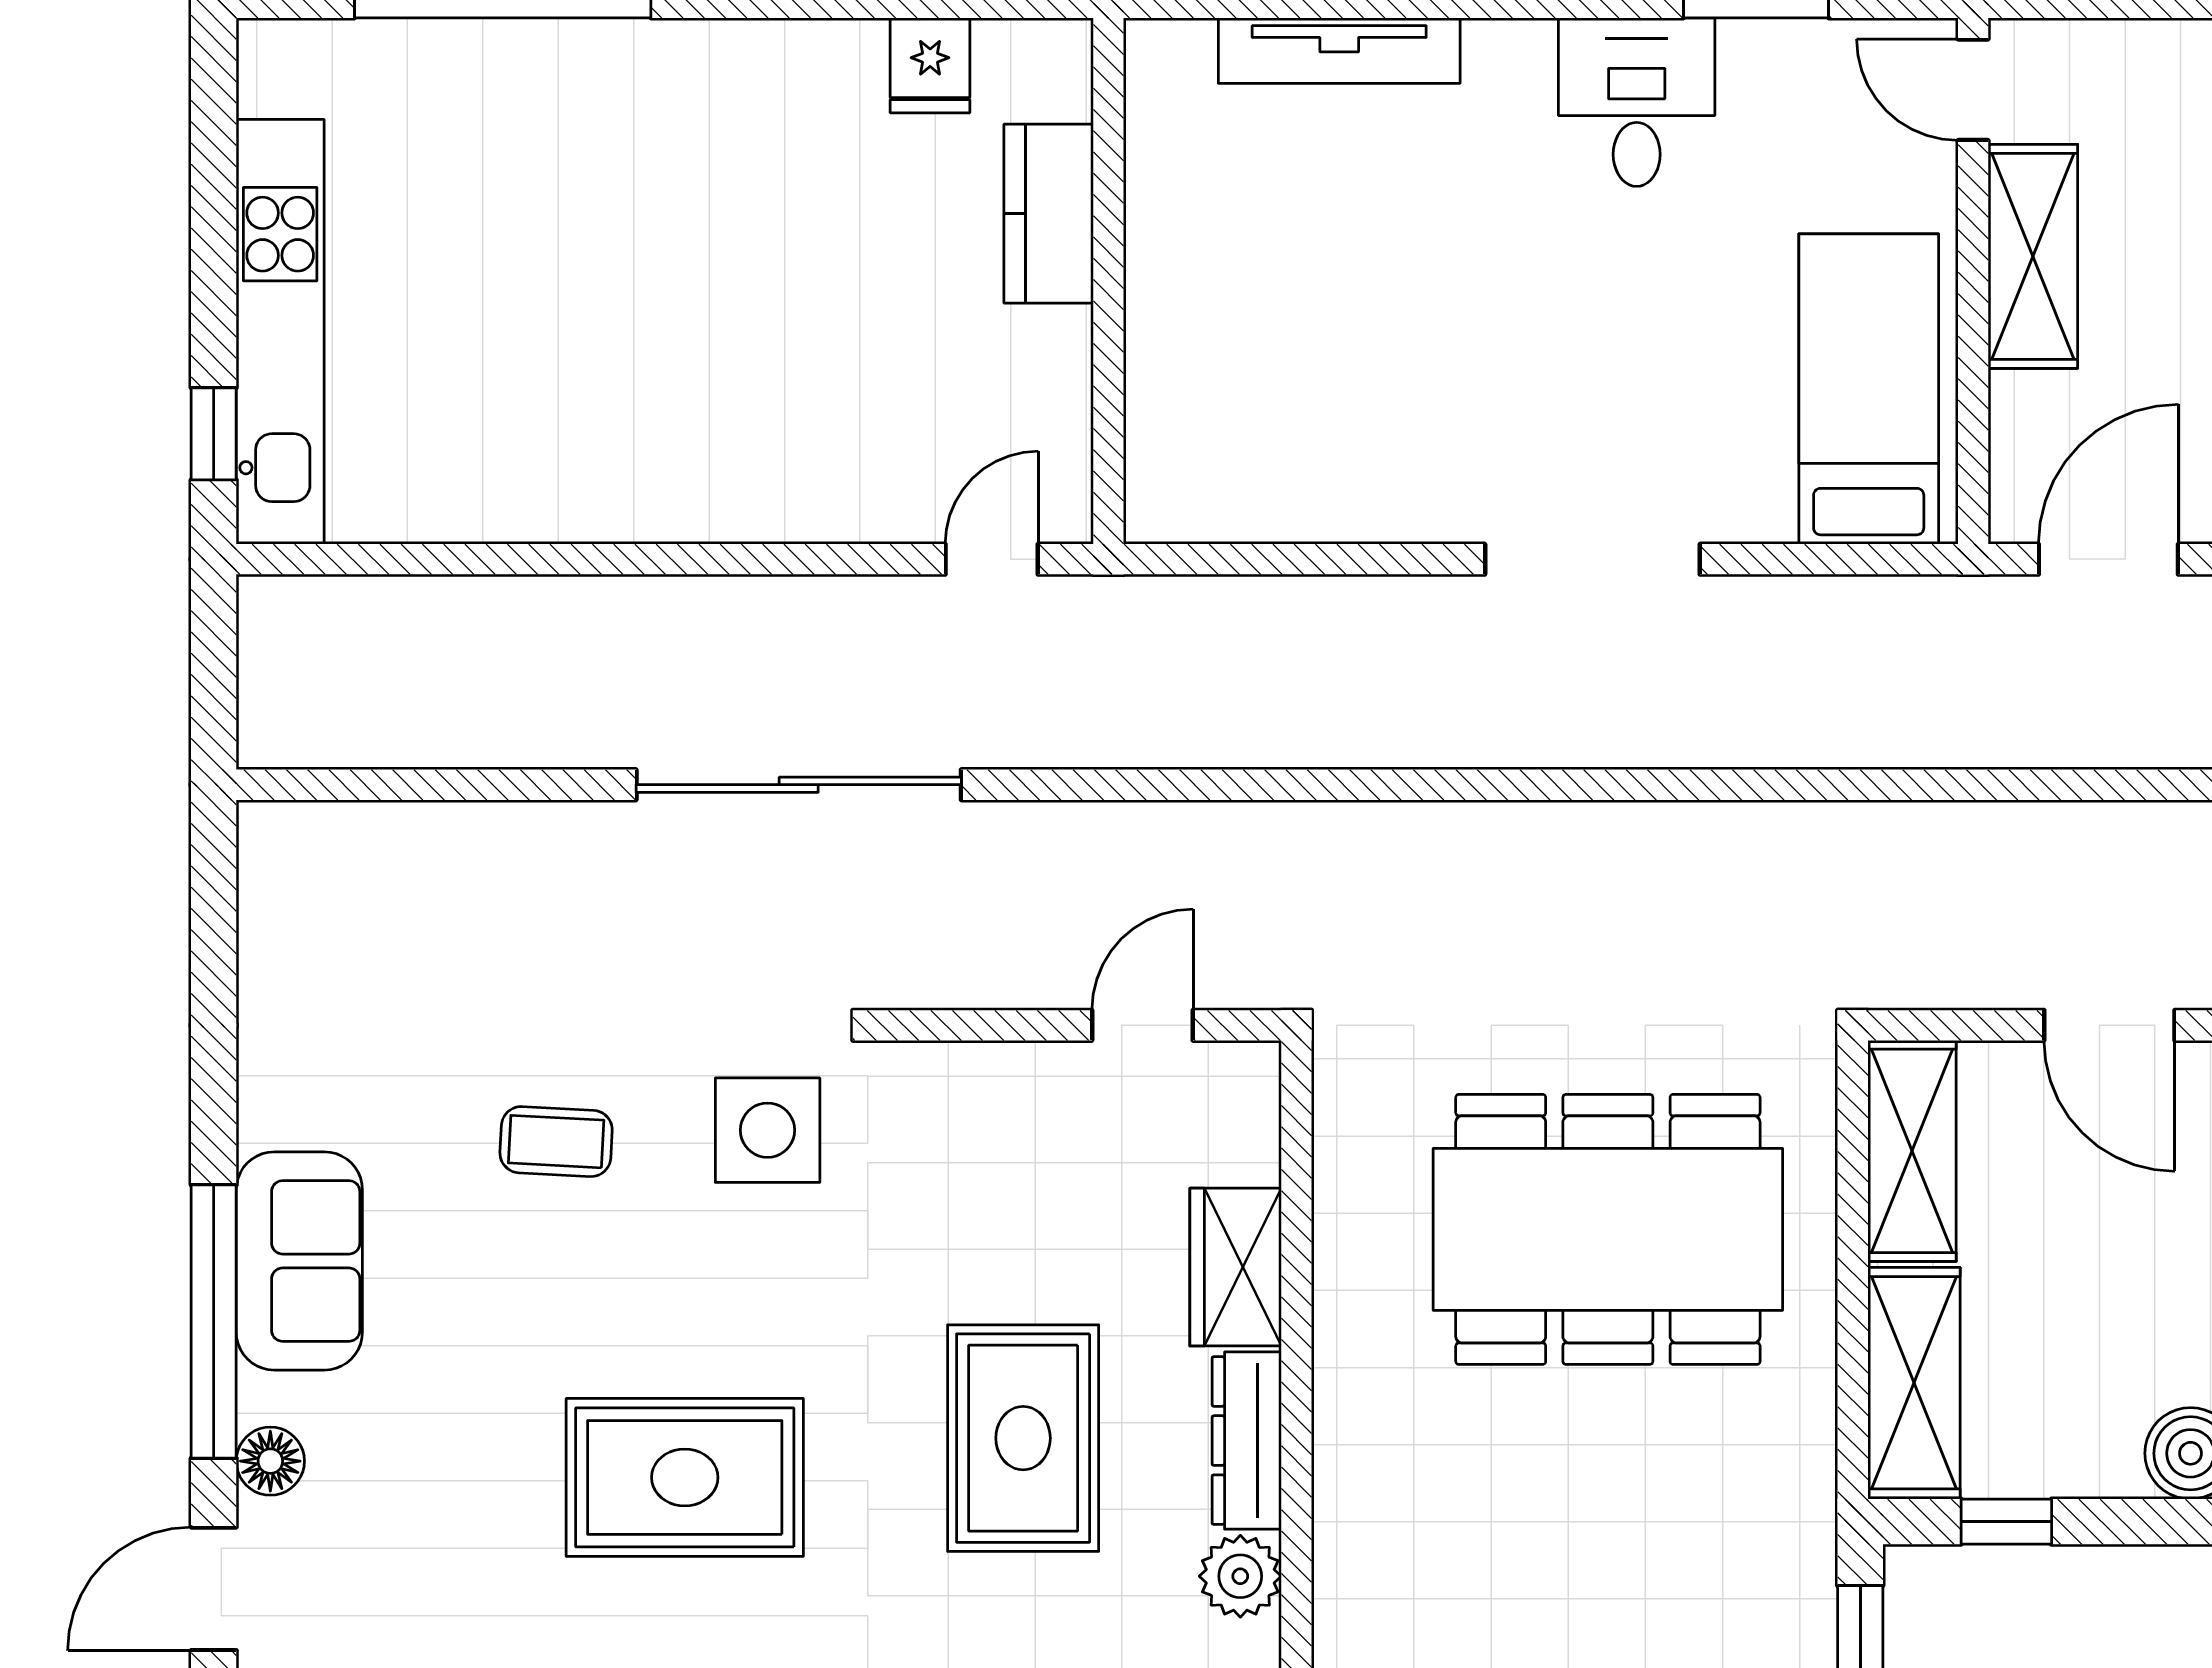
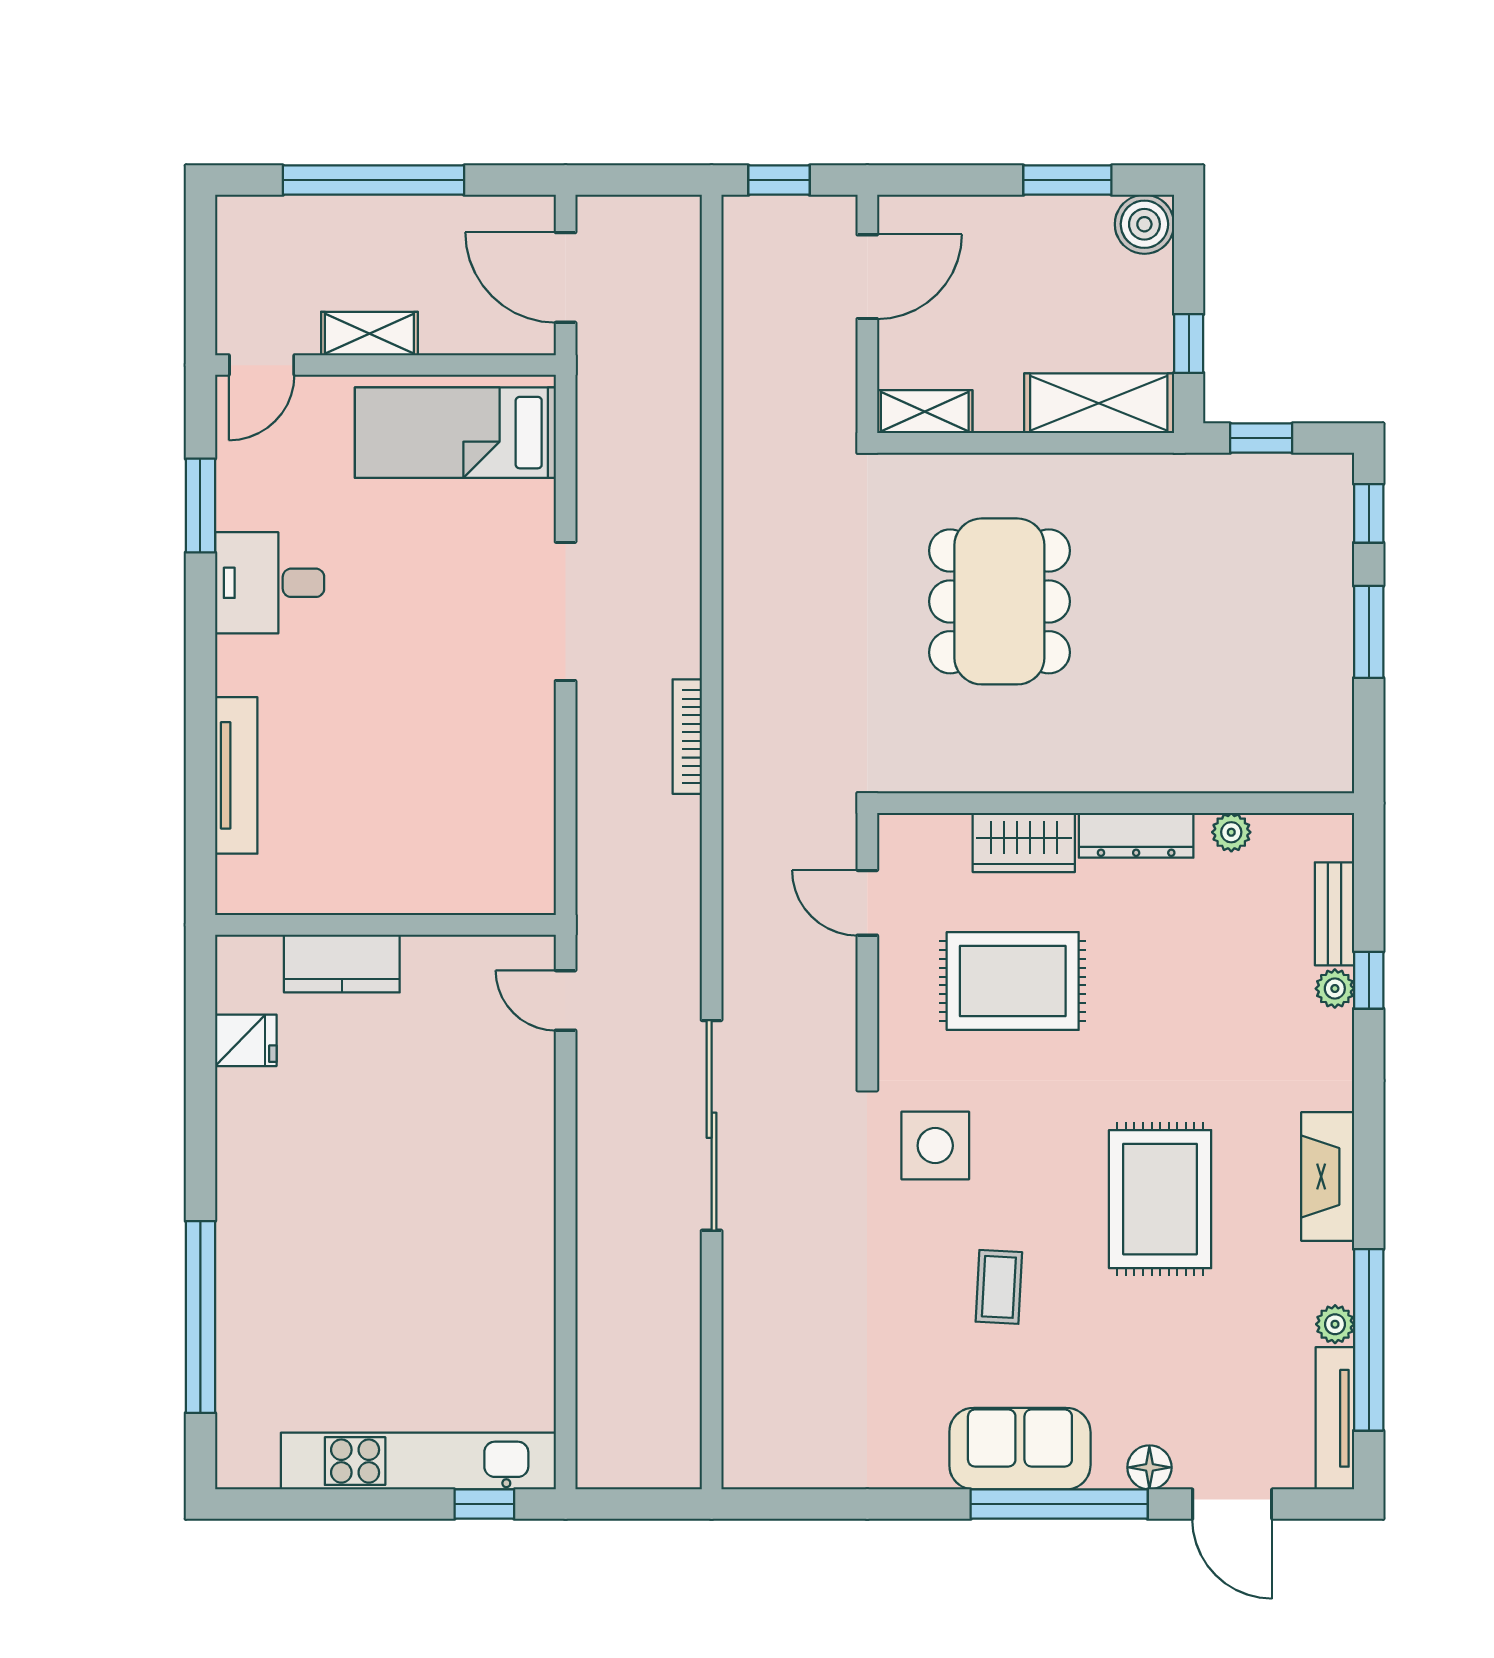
shelving: (2033, 256) -> (369, 334), width x0.67, depth x0.75
bookcase: (1399, 747) -> (687, 737), added
coffee table: (556, 1142) -> (999, 1287), moved
shelving: (1912, 1151) -> (925, 412), width x0.67, depth x0.75
dining table: (1608, 1229) -> (999, 601), width x0.73, depth x0.80
rug: (1023, 1438) -> (1013, 981), moved
plant: (1240, 1576) -> (1231, 832), width x0.73, depth x0.73

